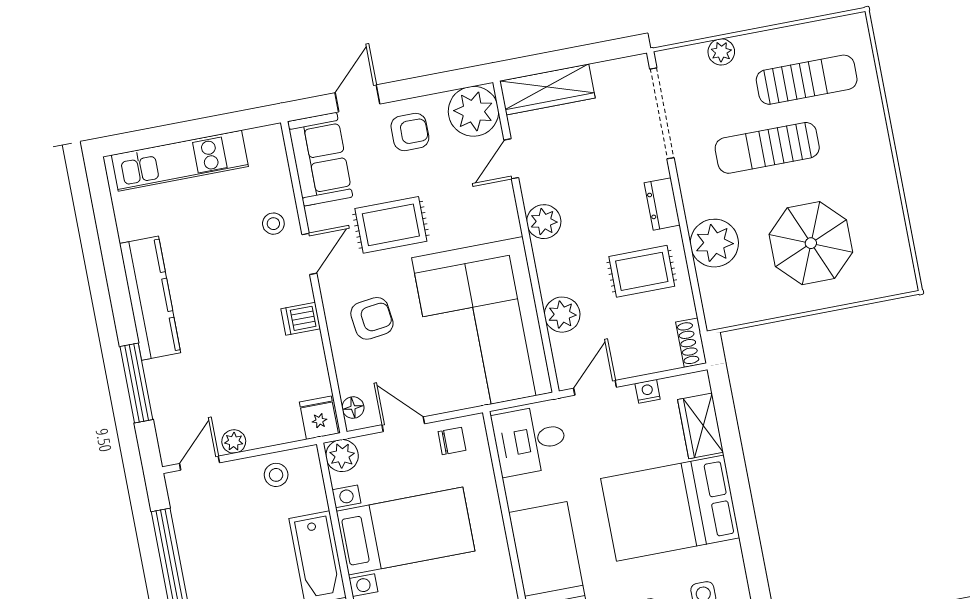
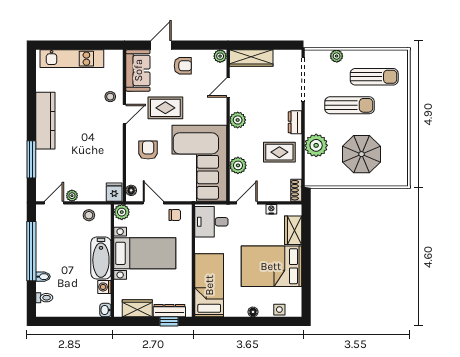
plant: (473, 111) -> (220, 56), width x0.53, depth x0.53
sun lounger: (767, 148) -> (350, 105), turned 180
armchair: (372, 318) -> (148, 150), turned -83
dishwasher: (301, 319) -> (115, 144), removed

